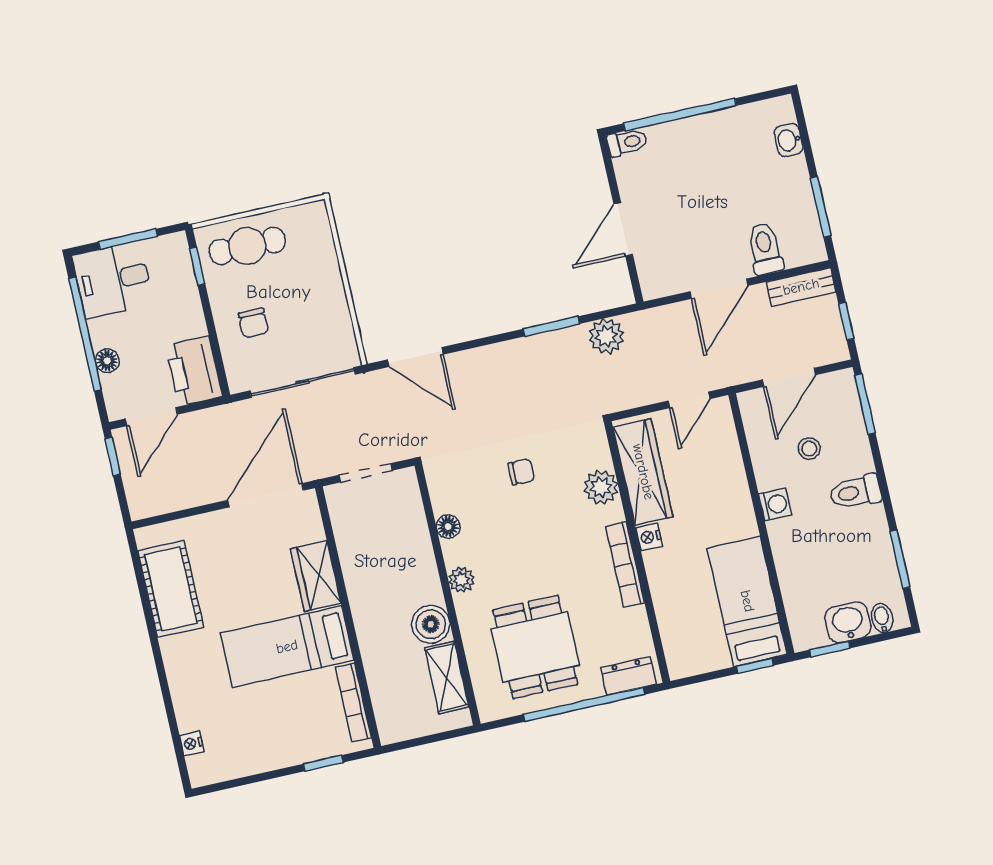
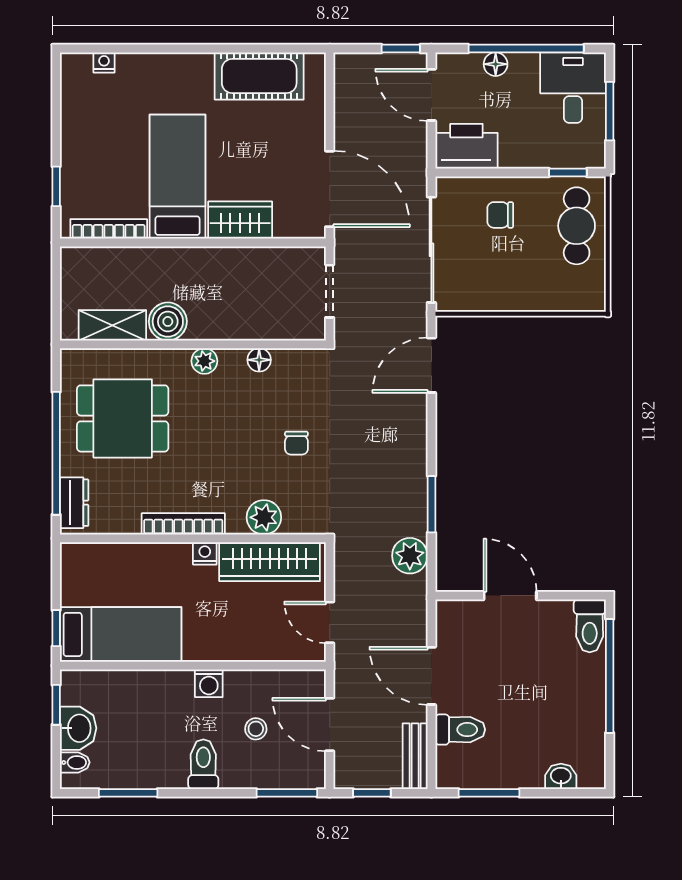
toilet: (627, 142) -> (590, 626), width x1.37, depth x1.39

